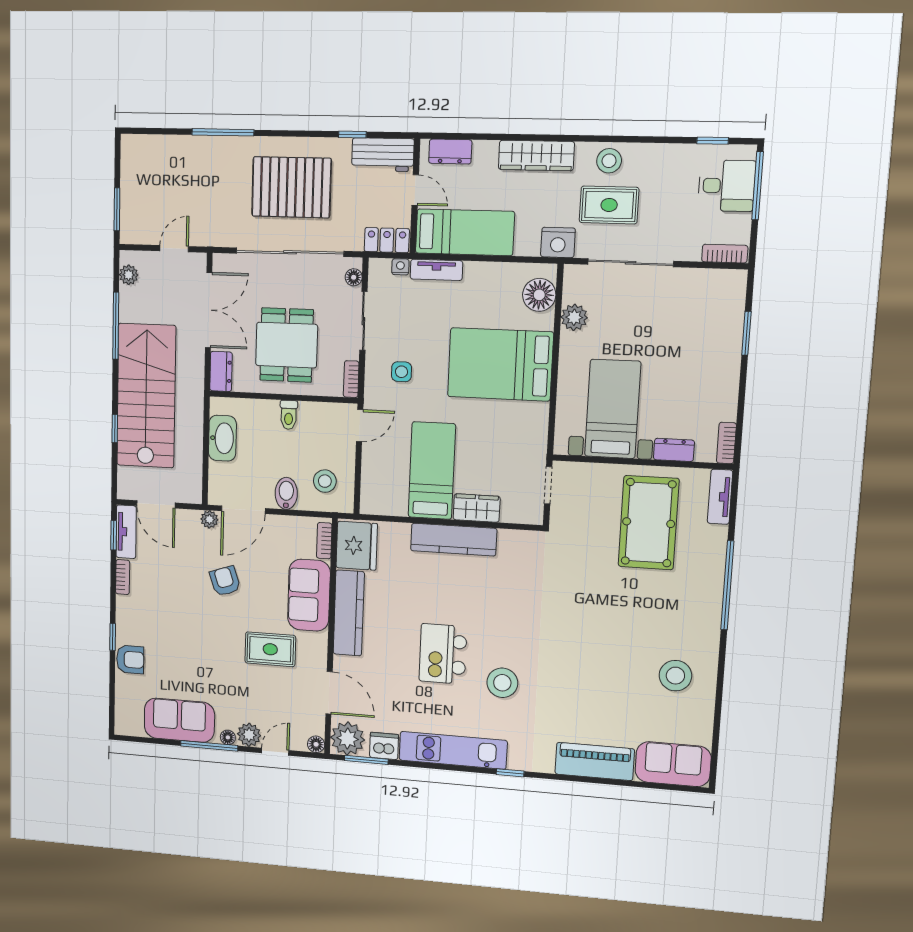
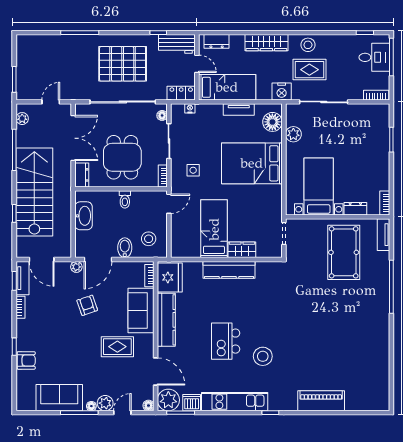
tv unit: (436, 270) -> (239, 110), moved
stool: (675, 676) -> (365, 343), removed
sofa: (673, 764) -> (368, 398), removed

